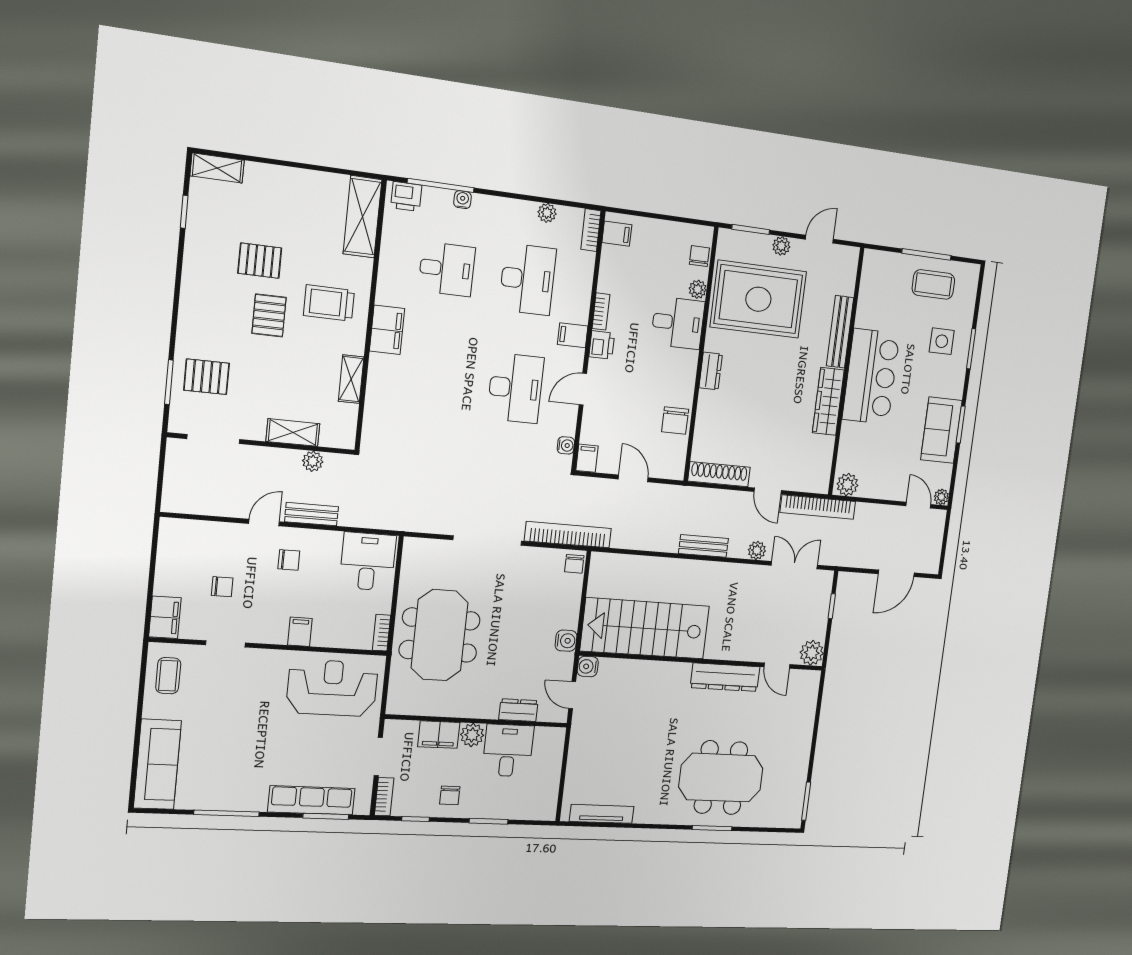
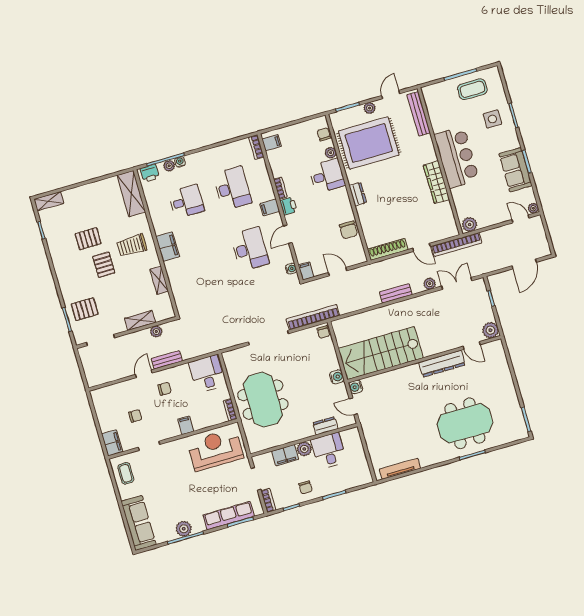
plant: (547, 213) -> (169, 166), moved
bench: (840, 332) -> (419, 114), moved
plant: (230, 798) -> (184, 529), added

